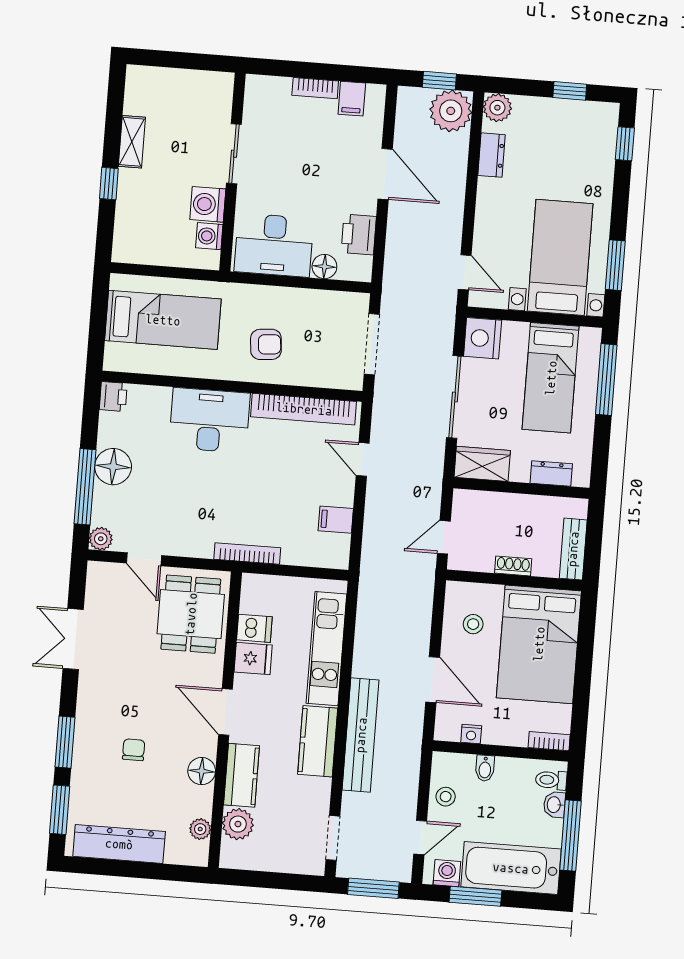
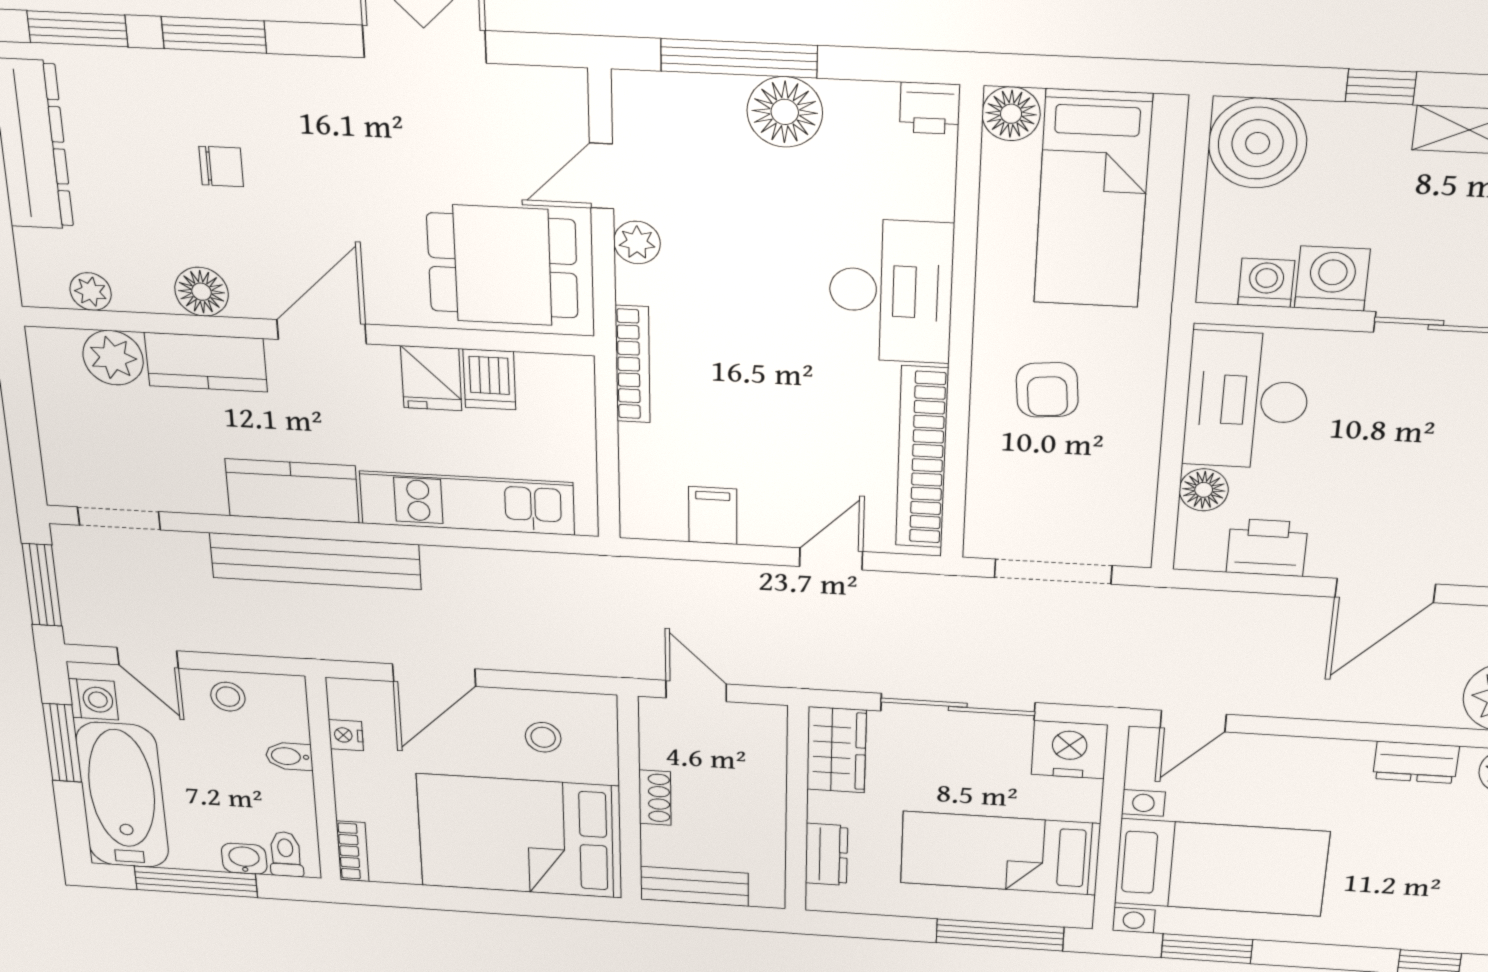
boiler: (136, 241) -> (1258, 143), added
floor lamp: (117, 358) -> (1011, 114), added
plant: (101, 539) -> (637, 242), moved

